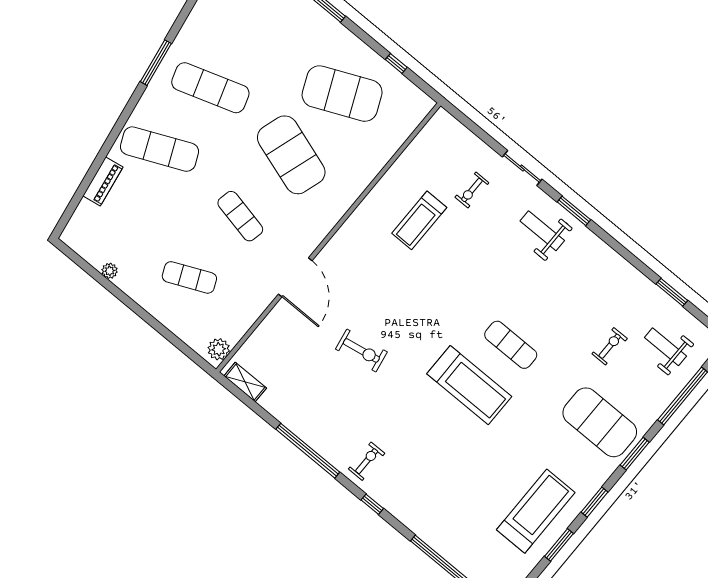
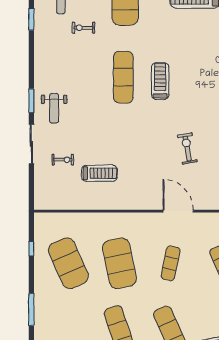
exercise mat: (291, 155) -> (119, 263), turned -30
sliding door: (522, 168) -> (31, 144), width x1.37
door: (295, 277) -> (178, 211), hinge flipped
exercise mat: (511, 345) -> (123, 77), width x1.36, depth x1.45
treadmill: (469, 385) -> (160, 81), width x0.73, depth x0.73

